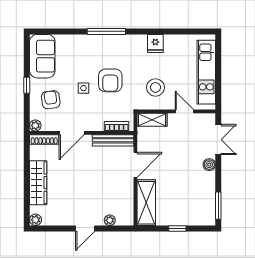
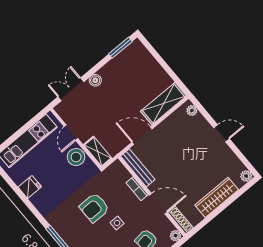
fridge: (155, 44) -> (30, 187), moved
armchair: (110, 80) -> (94, 208), turned 180
stool: (155, 87) -> (76, 157), moved
bookcase: (117, 126) -> (137, 189), moved
plant: (110, 220) -> (192, 110), moved
window: (177, 229) -> (163, 64), removed

